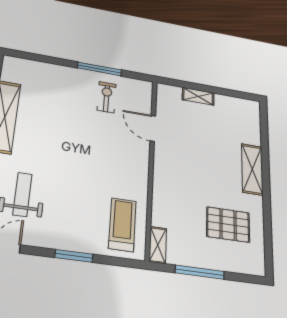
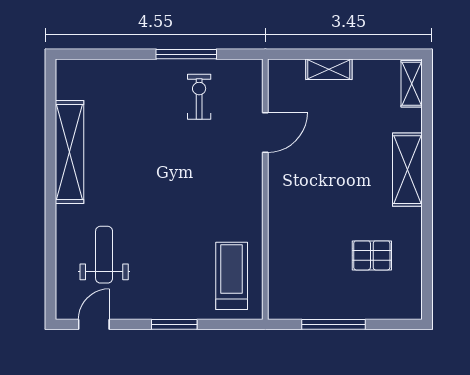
door: (153, 128) -> (265, 132), swing flipped
pallet: (228, 225) -> (372, 255), width x0.67, depth x0.71
shelving: (158, 245) -> (412, 84), moved

